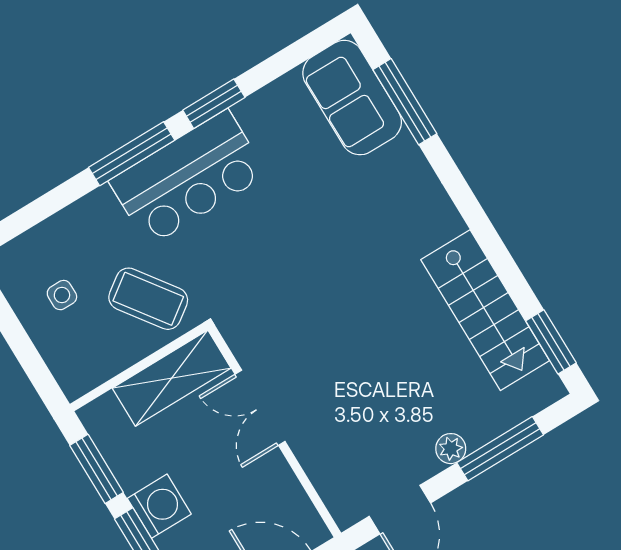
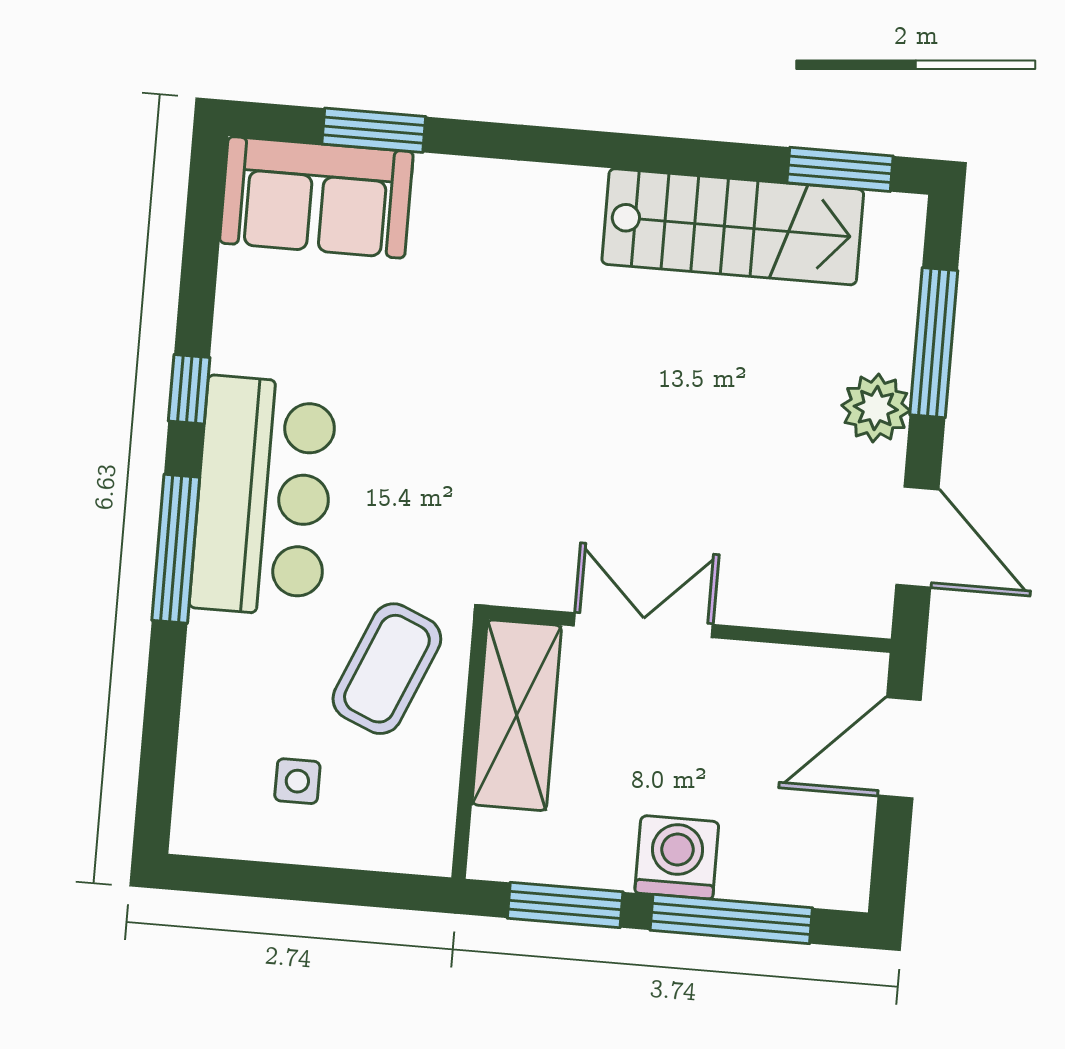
window: (405, 102) -> (374, 130), width x0.69
window: (214, 104) -> (189, 389), width x0.67
coffee table: (148, 299) -> (387, 669), turned -31
double door: (260, 408) -> (643, 625), swing flipped
plant: (451, 449) -> (876, 408), width x1.38, depth x1.38

